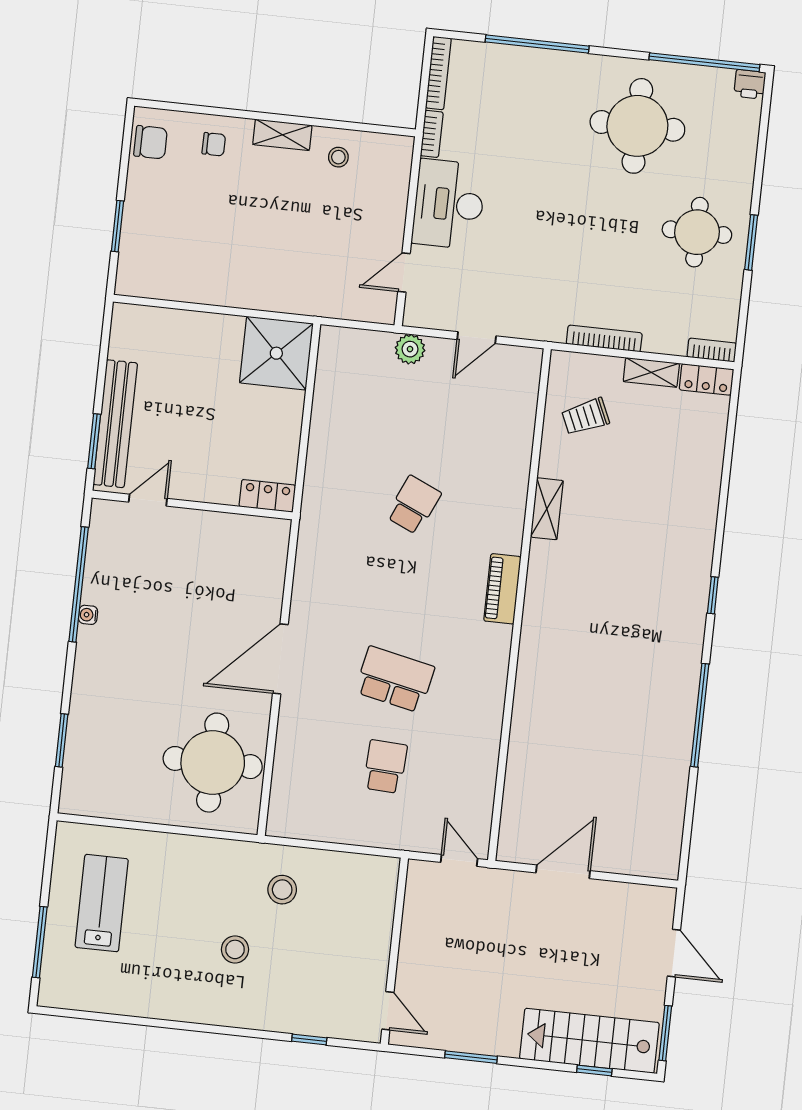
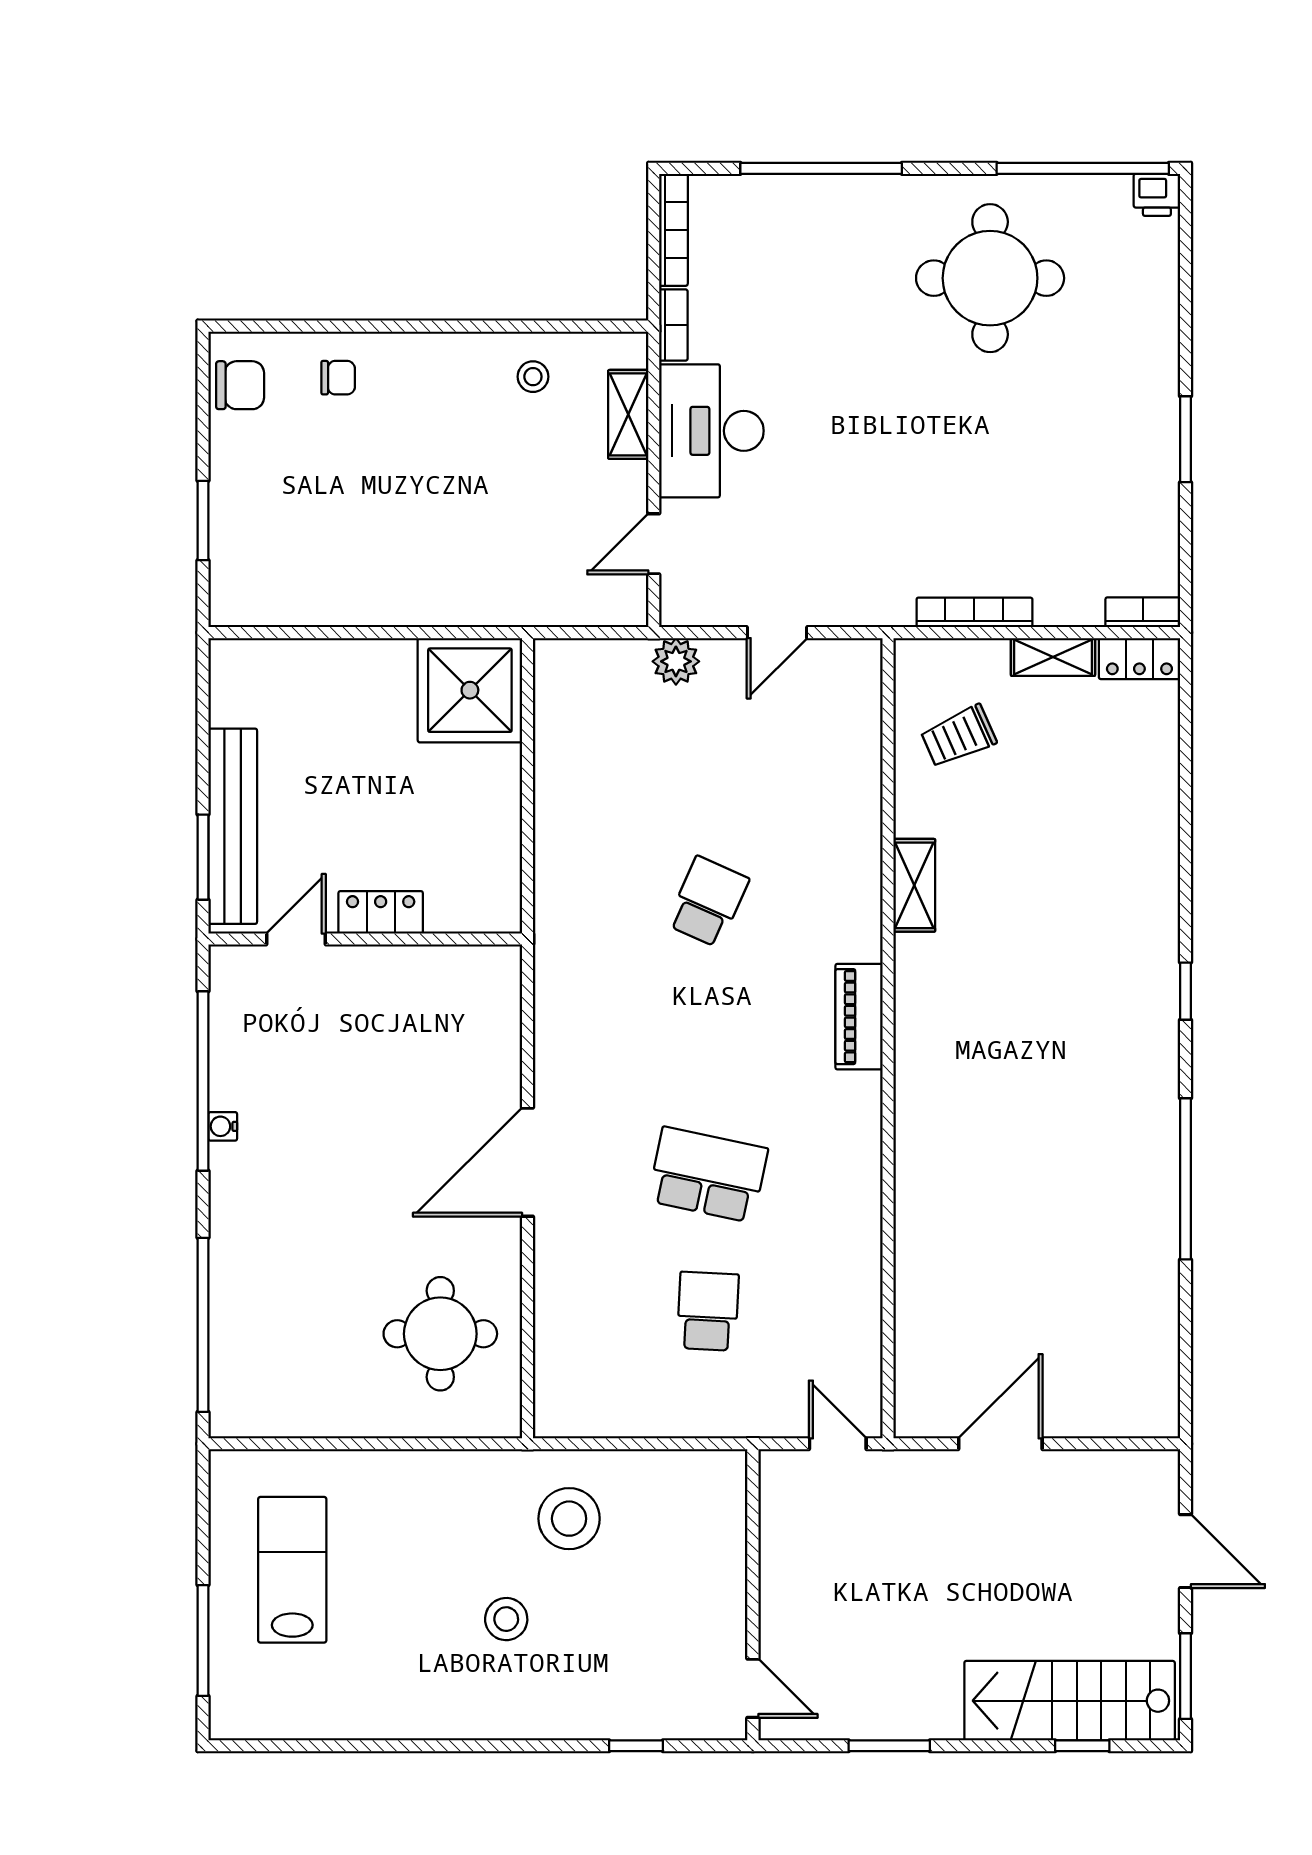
shelving: (282, 135) -> (628, 414), moved, turned 90
round table: (697, 232) -> (1100, 432), removed
locker: (267, 496) -> (381, 912), moved
window: (62, 740) -> (203, 1325), width x2.11
round table: (213, 763) -> (440, 1334), width x0.73, depth x0.73
stool: (282, 890) -> (569, 1519), width x1.38, depth x1.38

